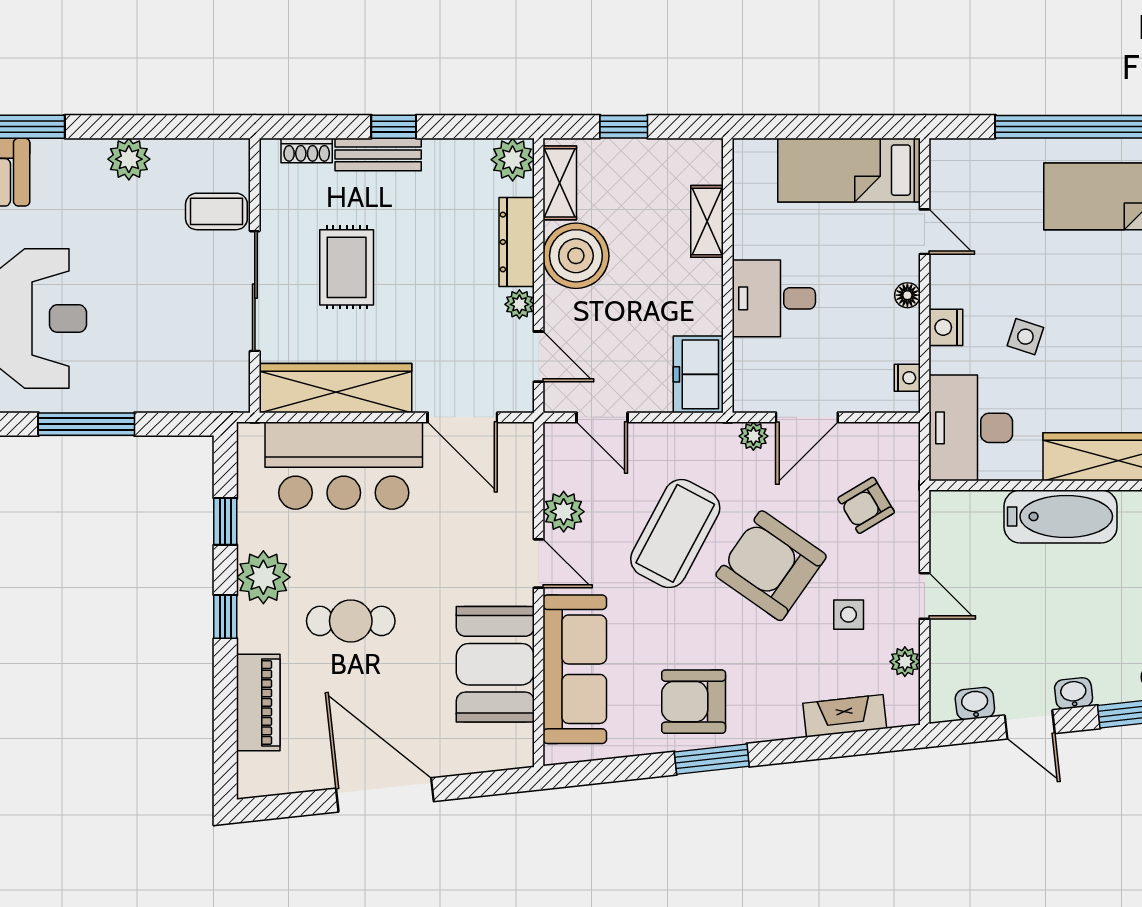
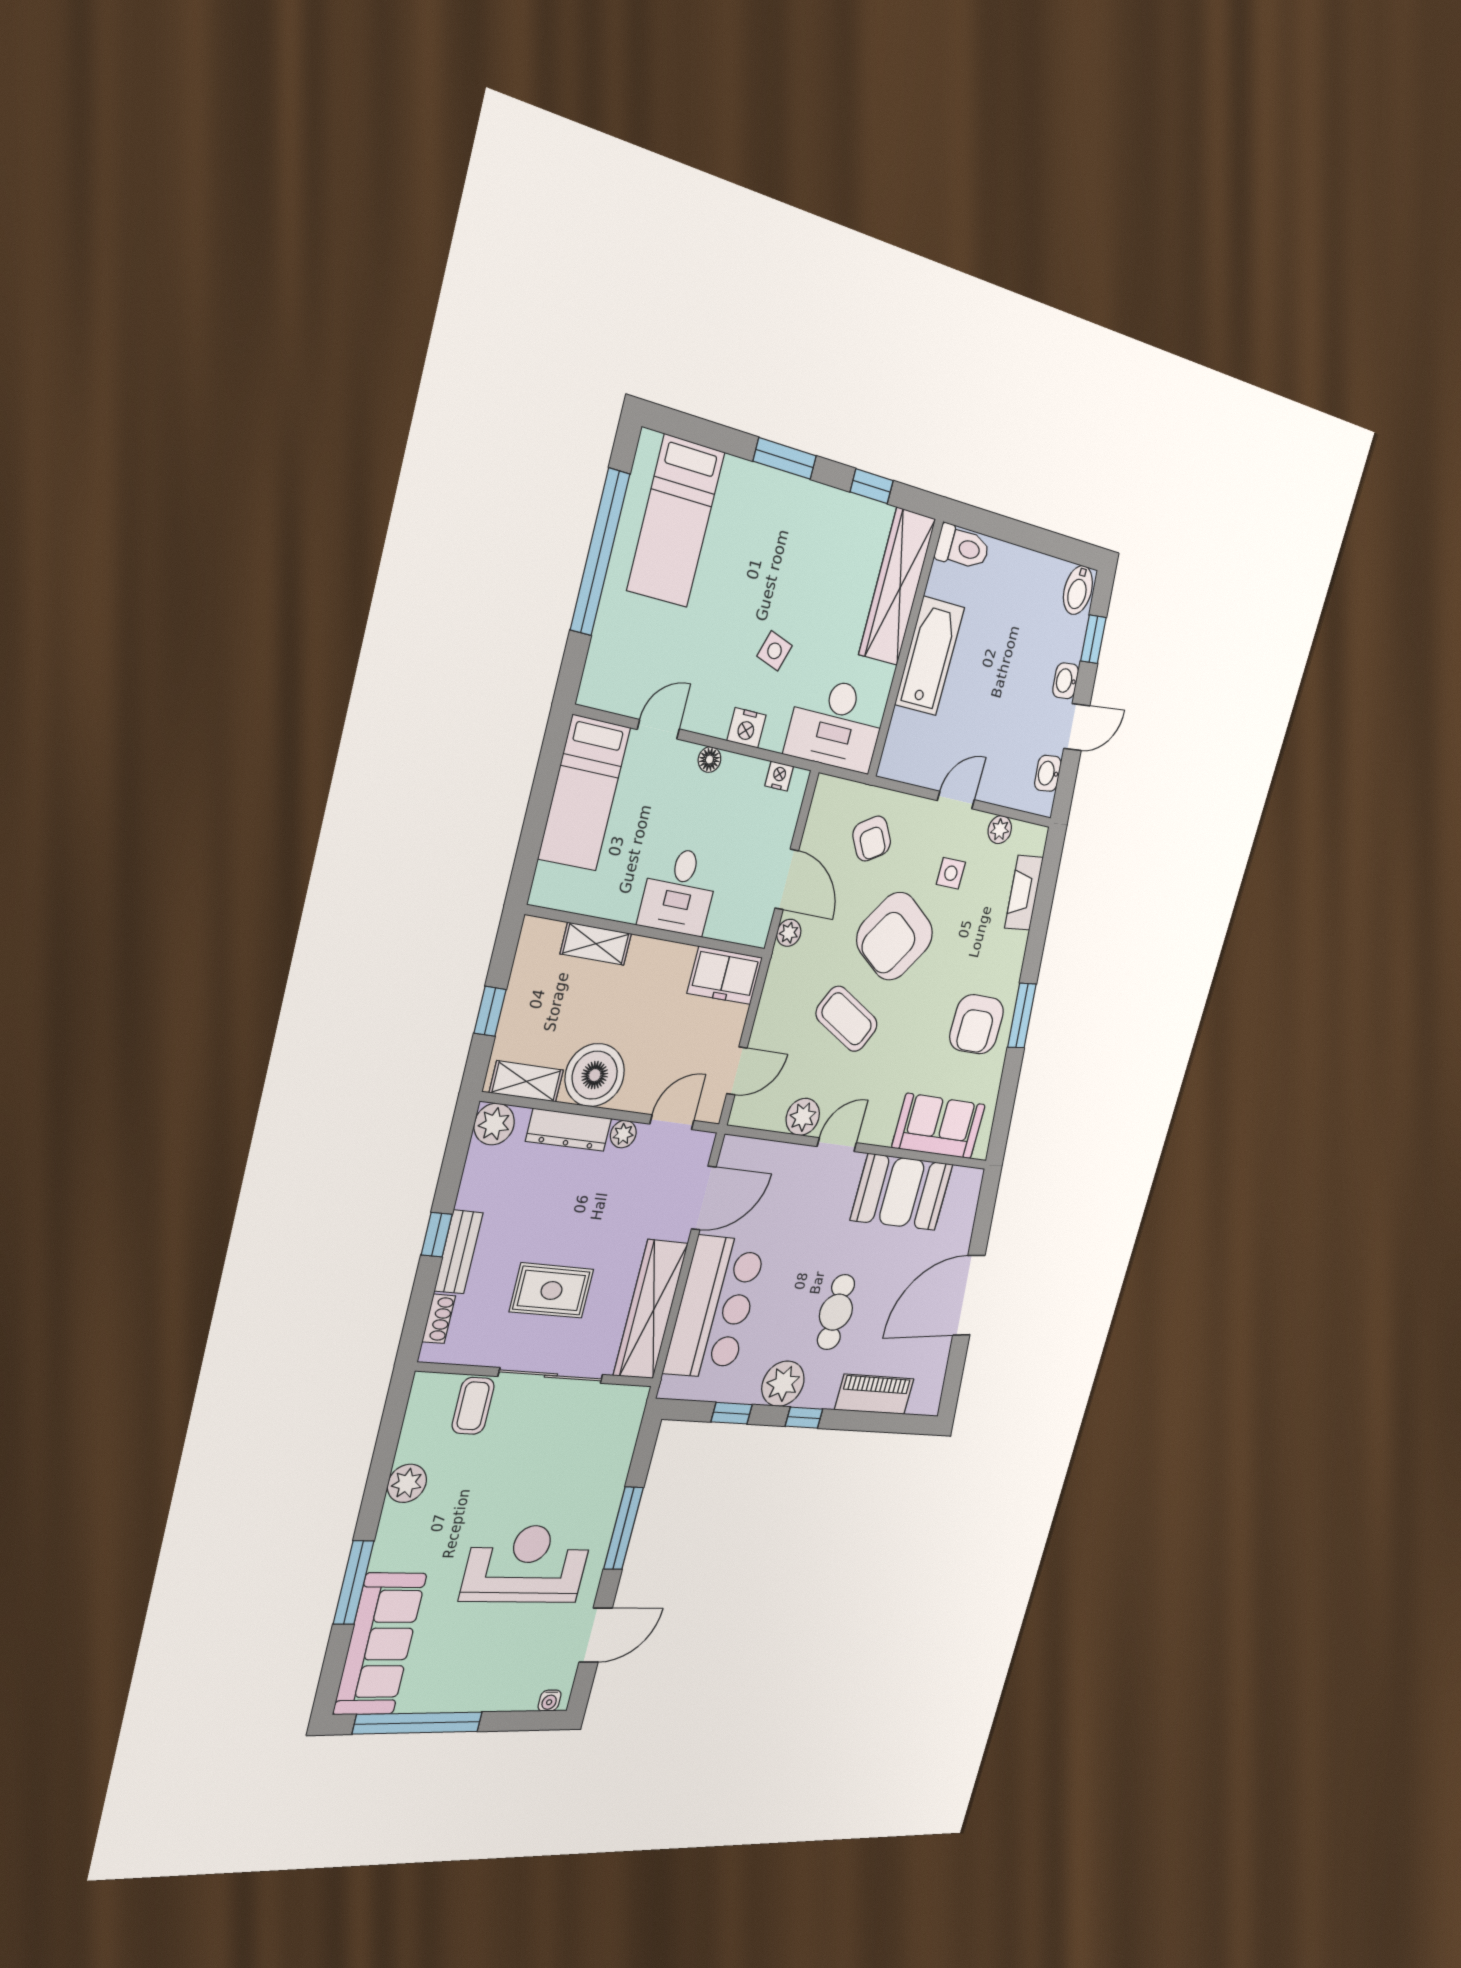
coffee table: (675, 533) -> (847, 1019), width x0.73, depth x0.76
sofa: (575, 669) -> (939, 1126), width x0.73

